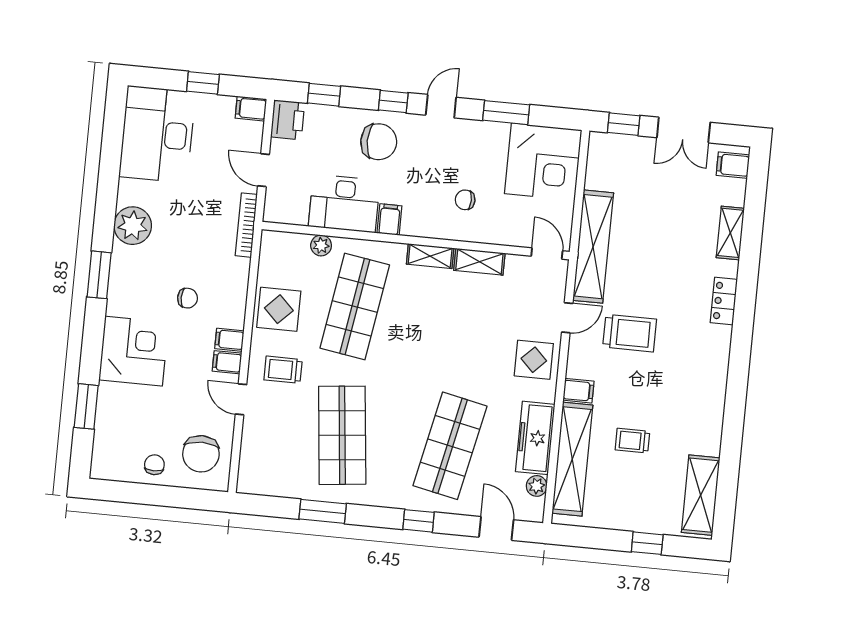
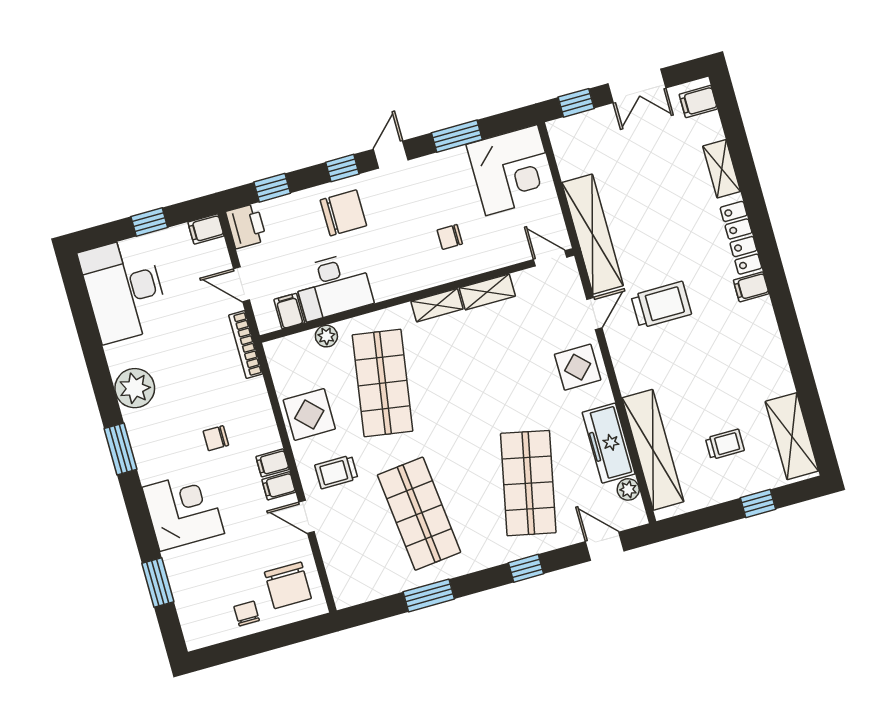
filing cabinet: (389, 219) -> (289, 311), moved
chair: (187, 298) -> (216, 438), turned 180
locker: (724, 301) -> (741, 238), width x1.53
filing cabinet: (578, 391) -> (751, 287), moved, turned 180
trolley: (632, 441) -> (725, 444), moved, turned 180

